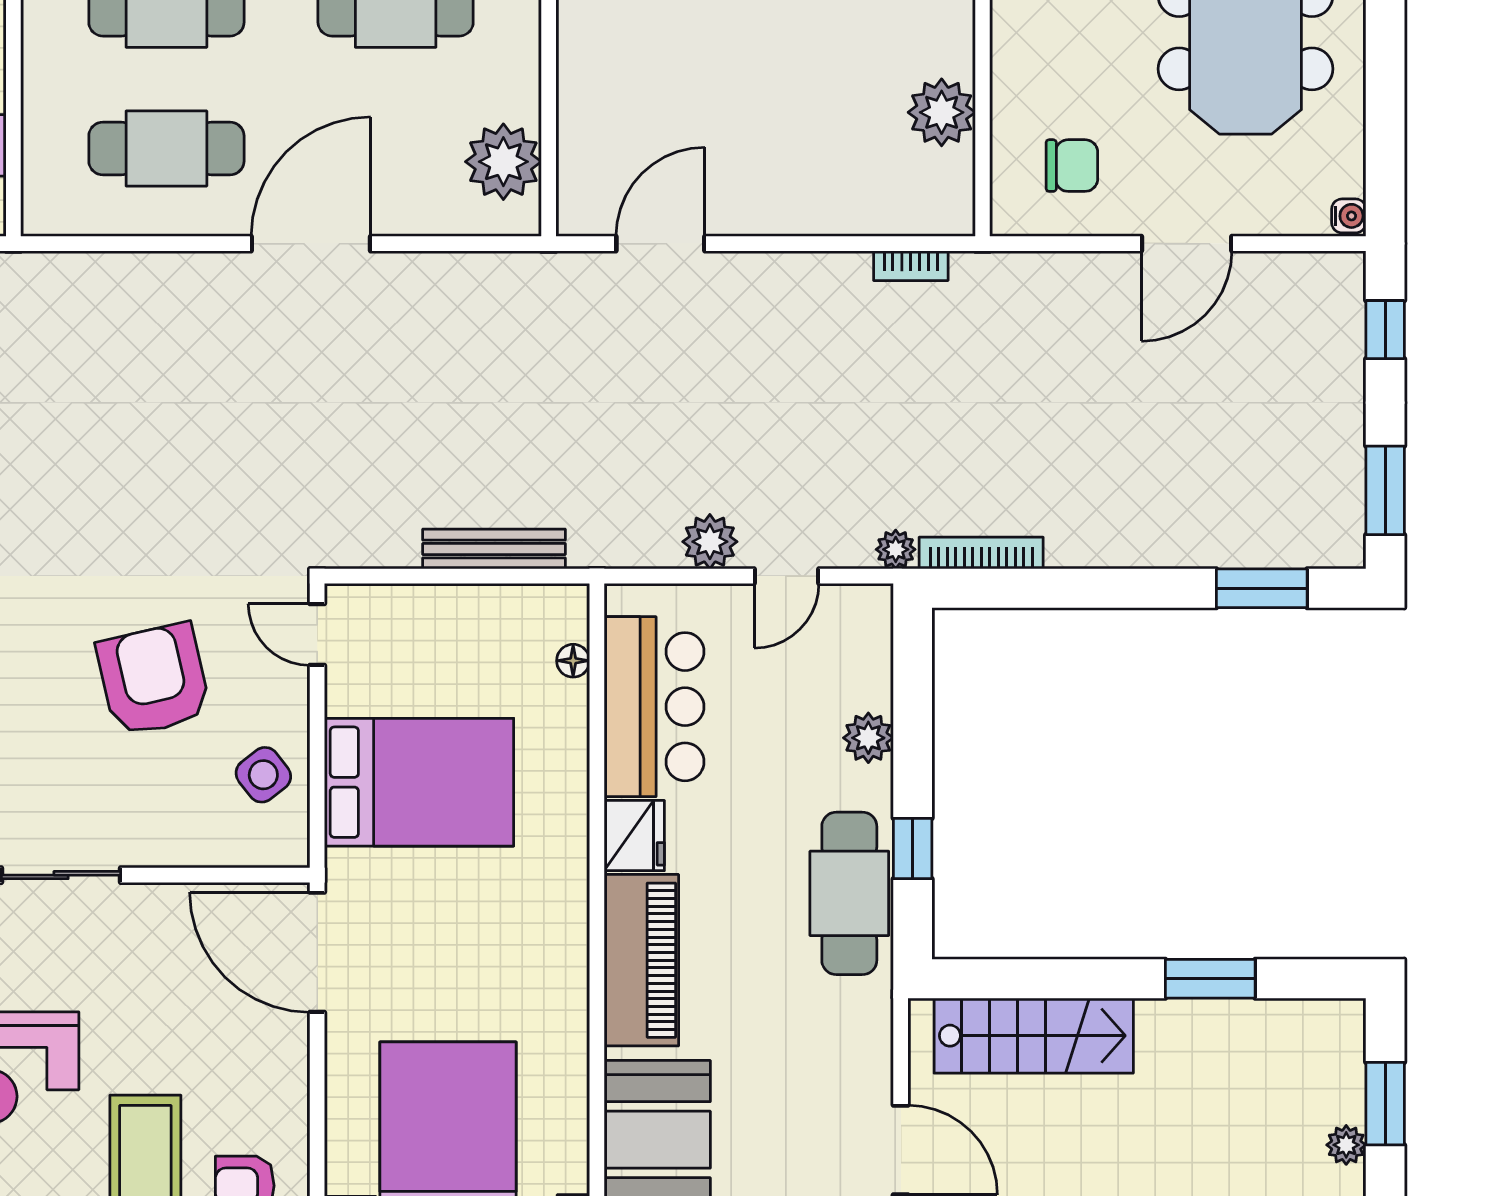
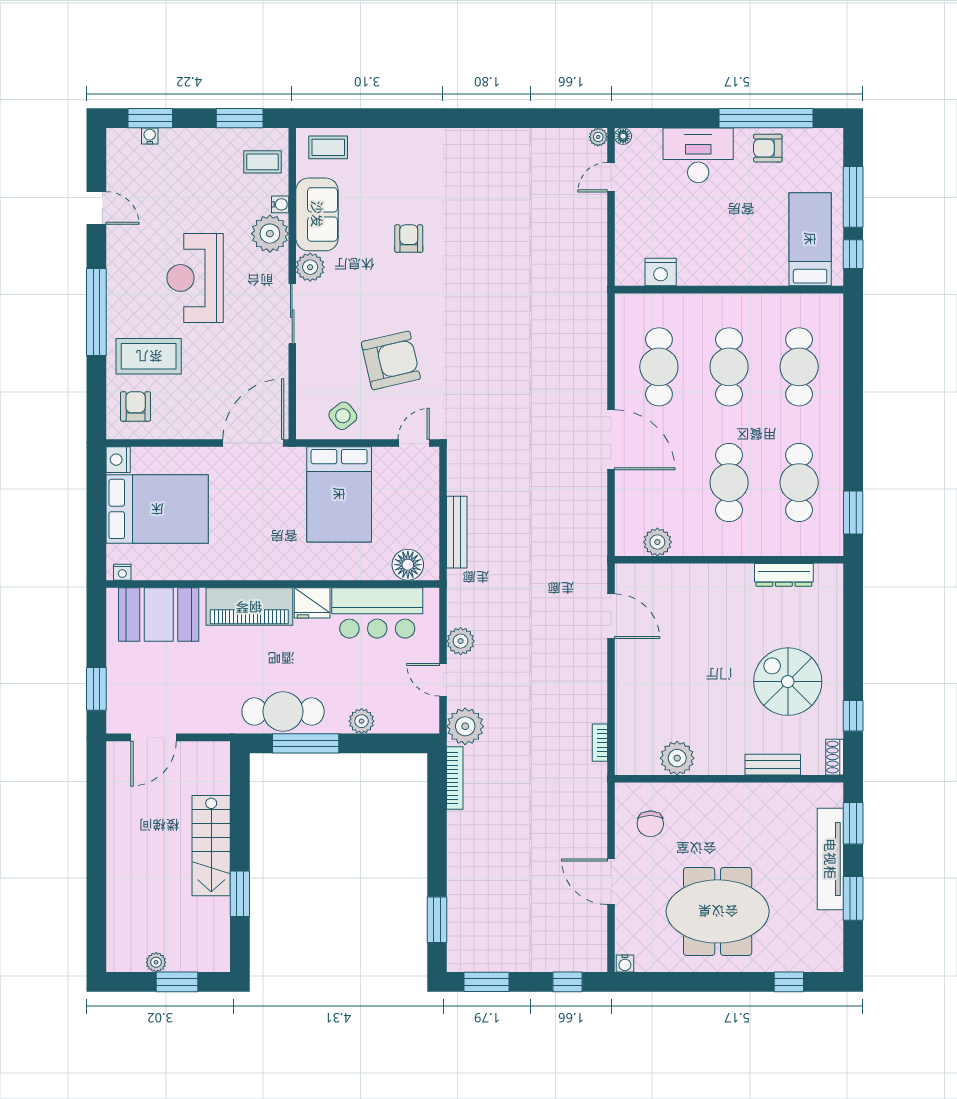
plant: (503, 162) -> (657, 542), width x0.73, depth x0.73
plant: (896, 549) -> (465, 726), width x1.88, depth x1.88
floor lamp: (573, 661) -> (408, 565), width x1.89, depth x1.89
window: (913, 849) -> (306, 743), width x2.17
stairs: (1034, 1036) -> (211, 846), moved

